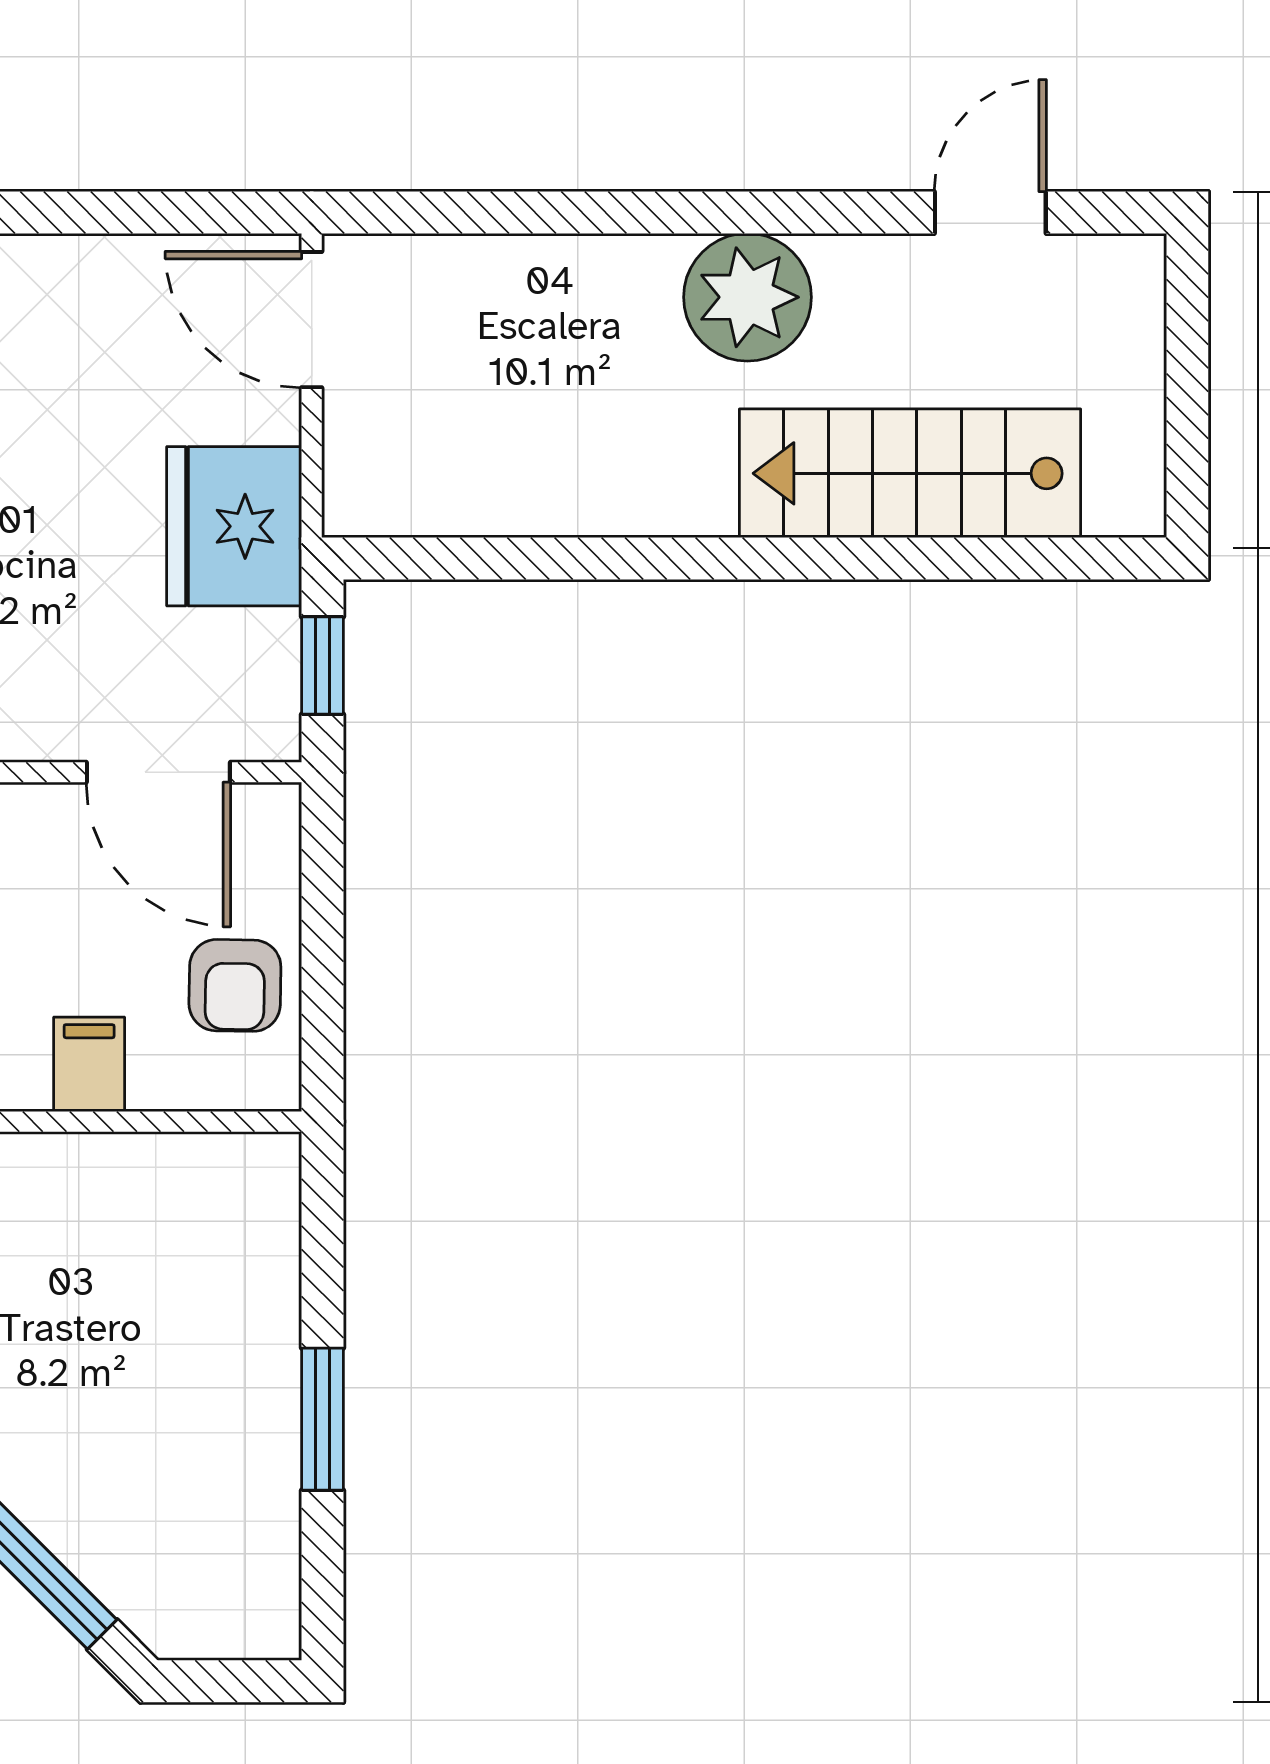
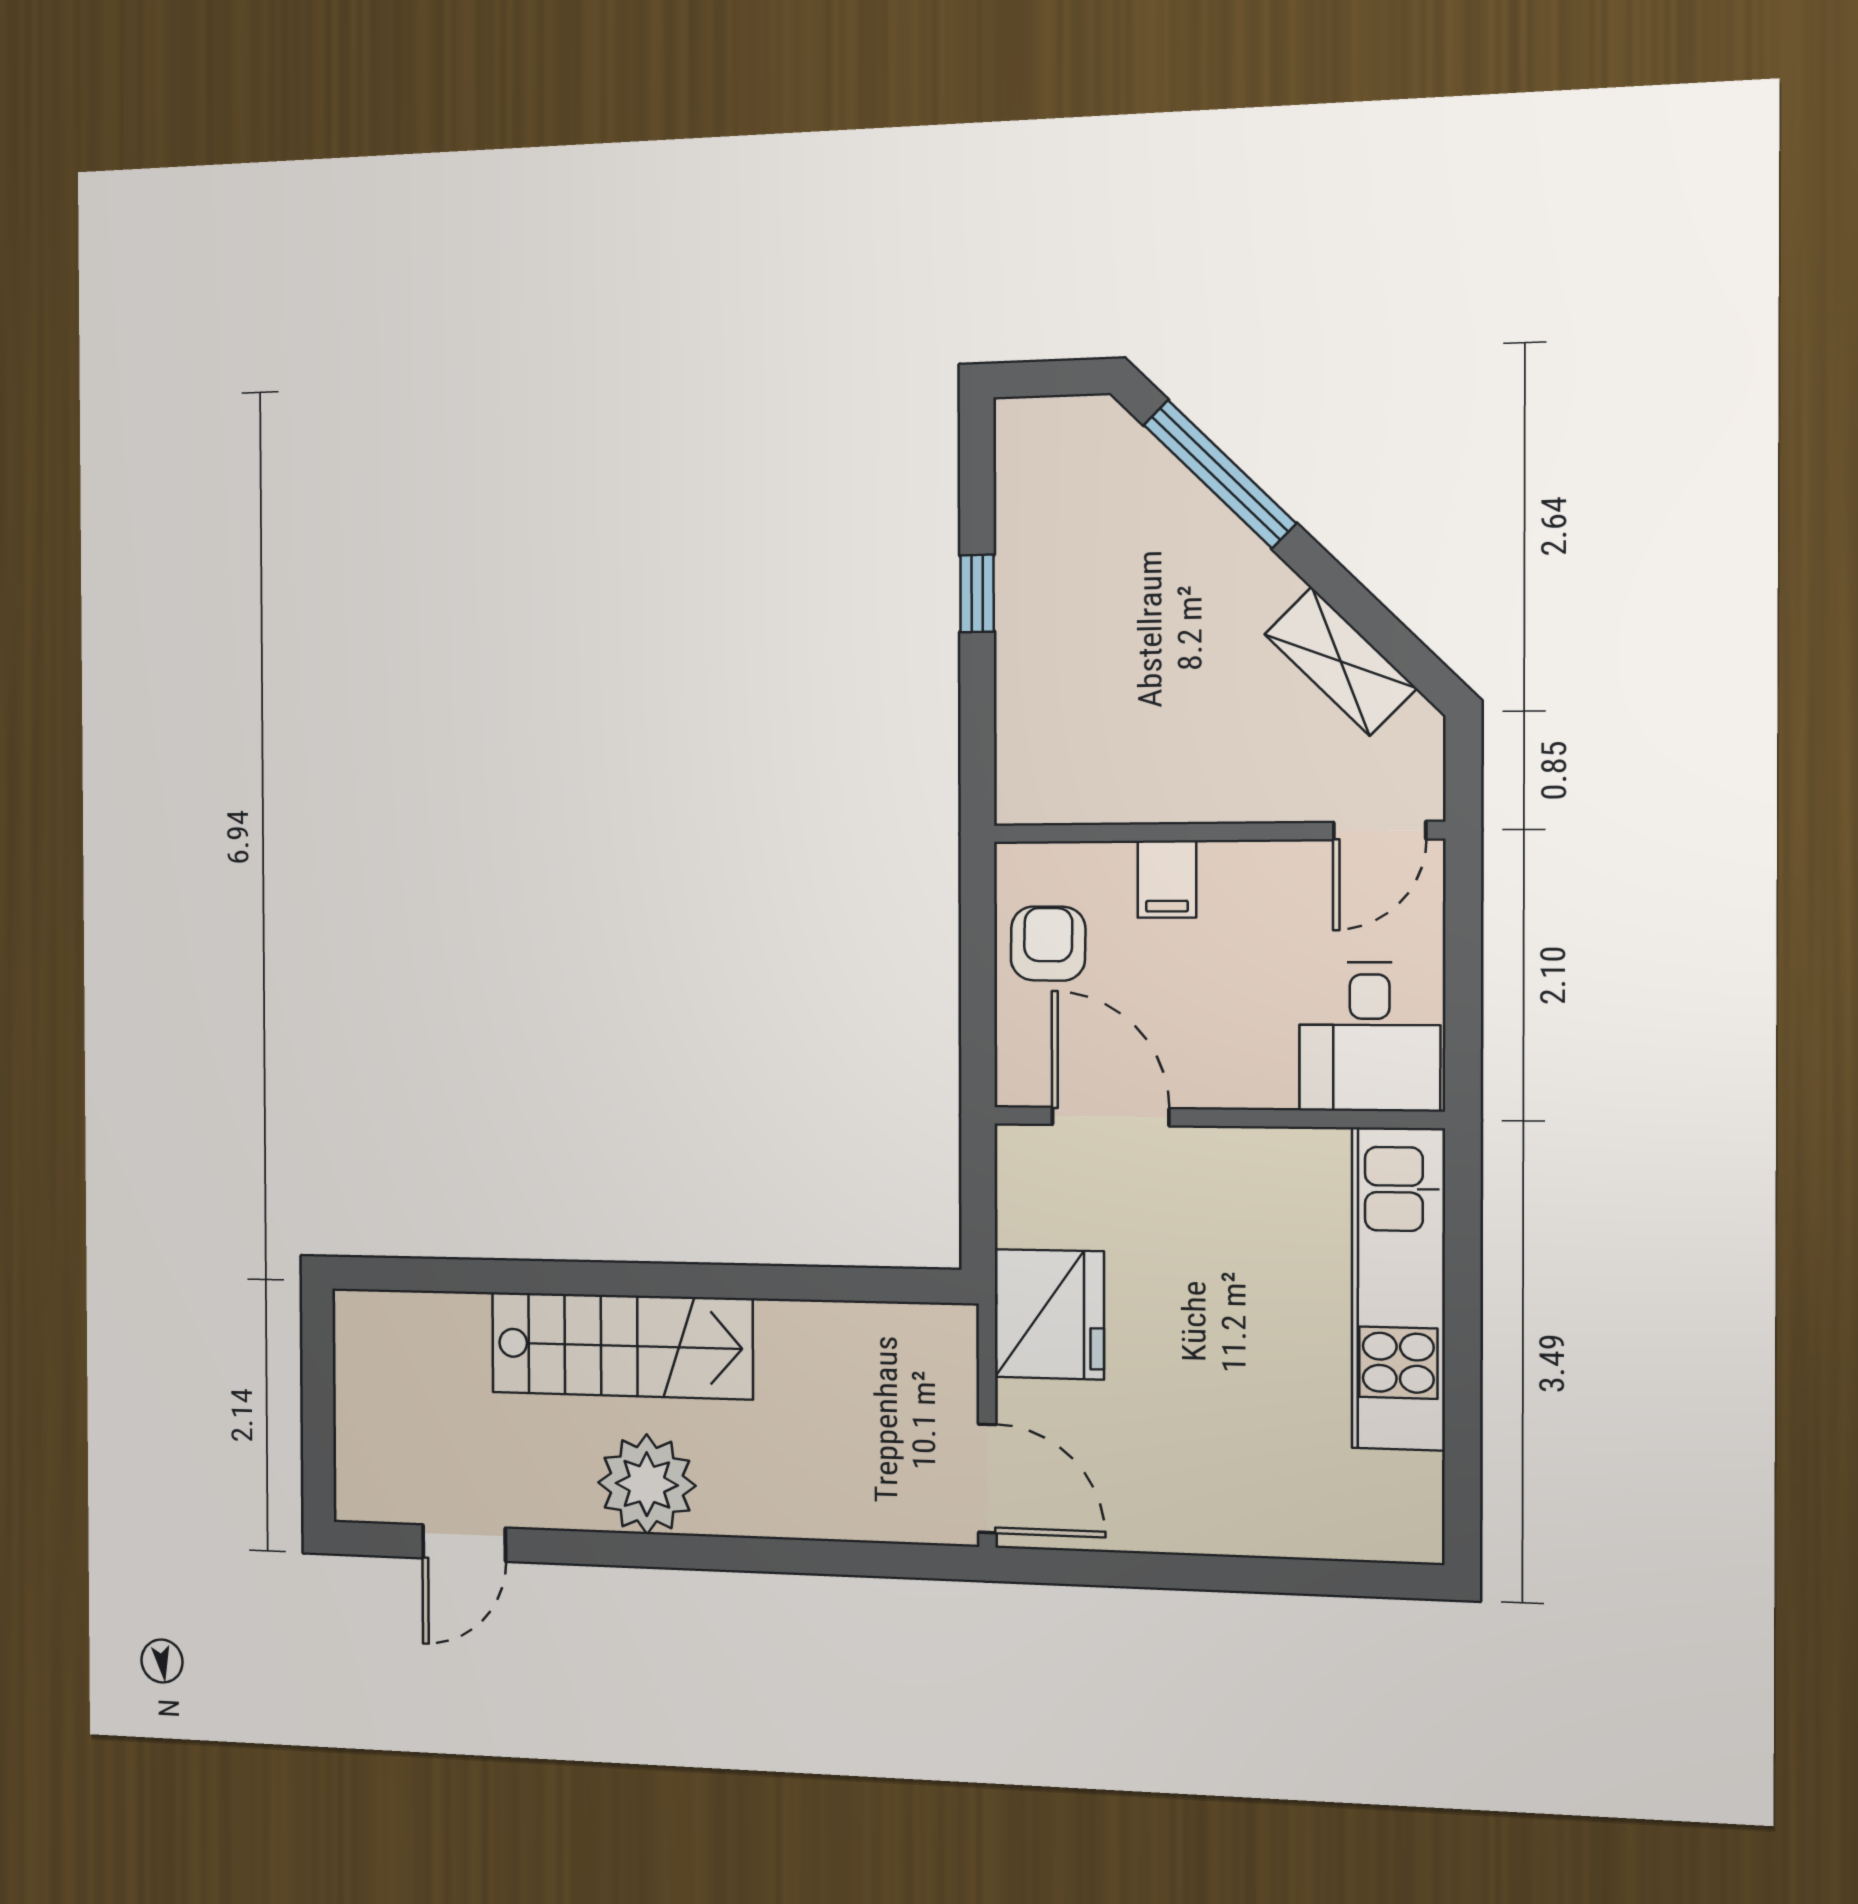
stairs: (910, 473) -> (622, 1346), moved
window: (322, 665) -> (978, 1201), removed
window: (322, 1419) -> (977, 593), width x0.67

